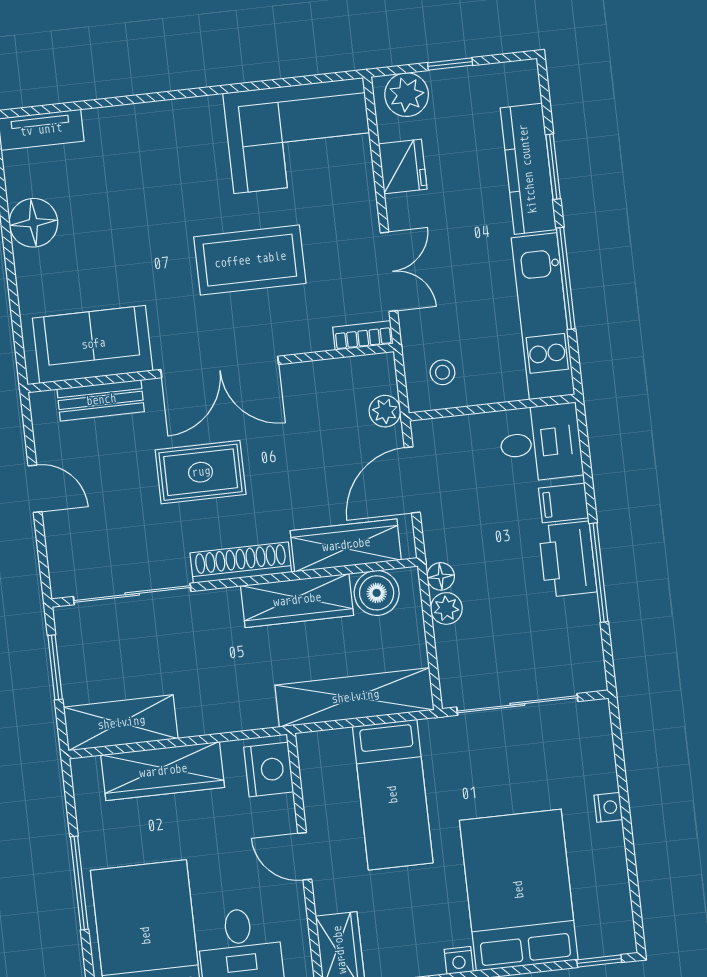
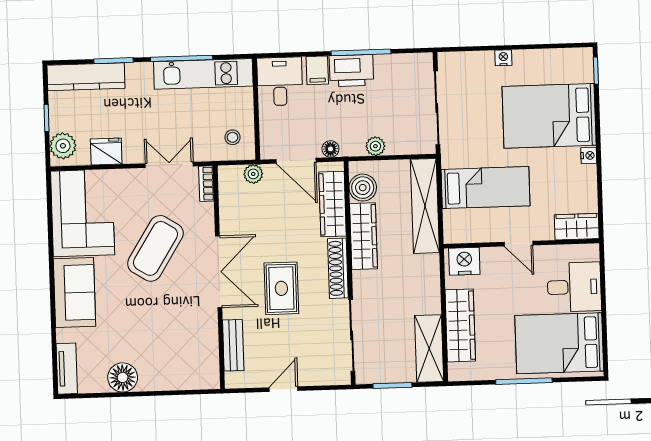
kitchen counter: (528, 169) -> (86, 77), moved
coffee table: (250, 260) -> (155, 248), turned 32
sofa: (93, 344) -> (74, 293), moved, turned 180
floor lamp: (441, 576) -> (330, 149), moved
door: (305, 856) -> (519, 244), hinge flipped

